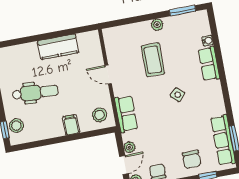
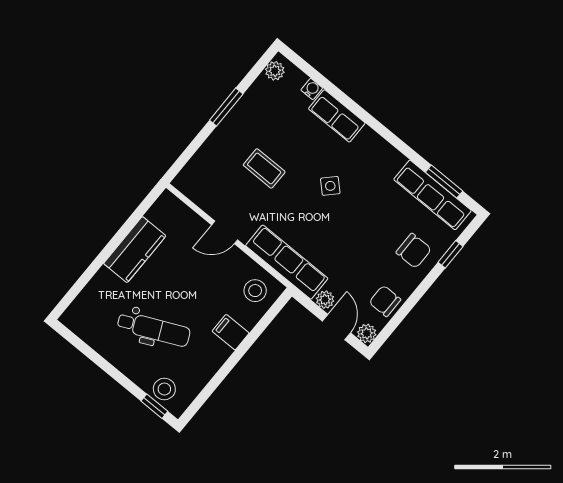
window: (183, 11) -> (226, 107), moved
plant: (157, 25) -> (275, 71), moved
coffee table: (153, 60) -> (264, 168), width x0.73, depth x0.77
dental chair: (35, 92) -> (154, 329), turned 61
row of seats: (126, 114) -> (287, 262), width x1.48

